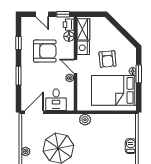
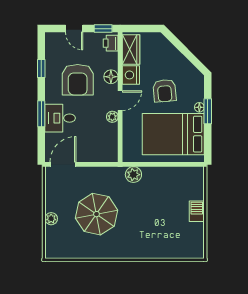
floor lamp: (69, 36) -> (111, 77), moved
armchair: (45, 51) -> (78, 80), turned 90
door: (75, 66) -> (120, 101), swing flipped
desk: (56, 100) -> (60, 118), moved, turned 90

